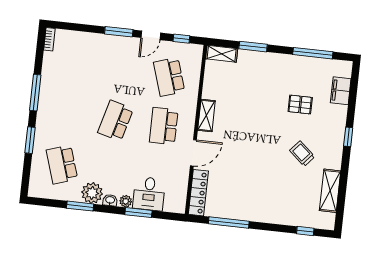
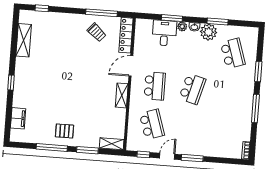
window: (313, 53) -> (52, 147), moved
pallet: (300, 105) -> (64, 131), moved
trolley: (302, 154) -> (97, 32), moved

